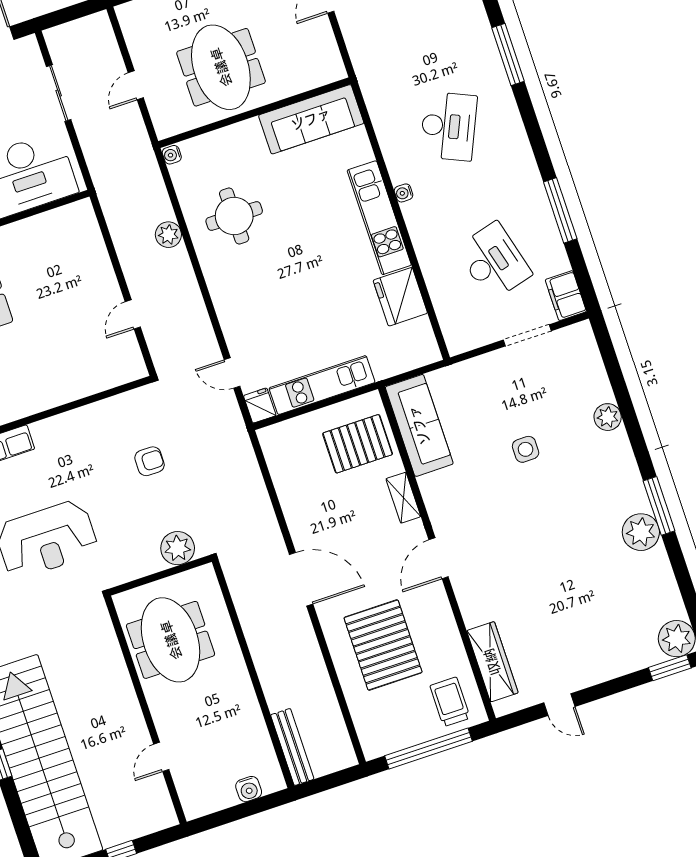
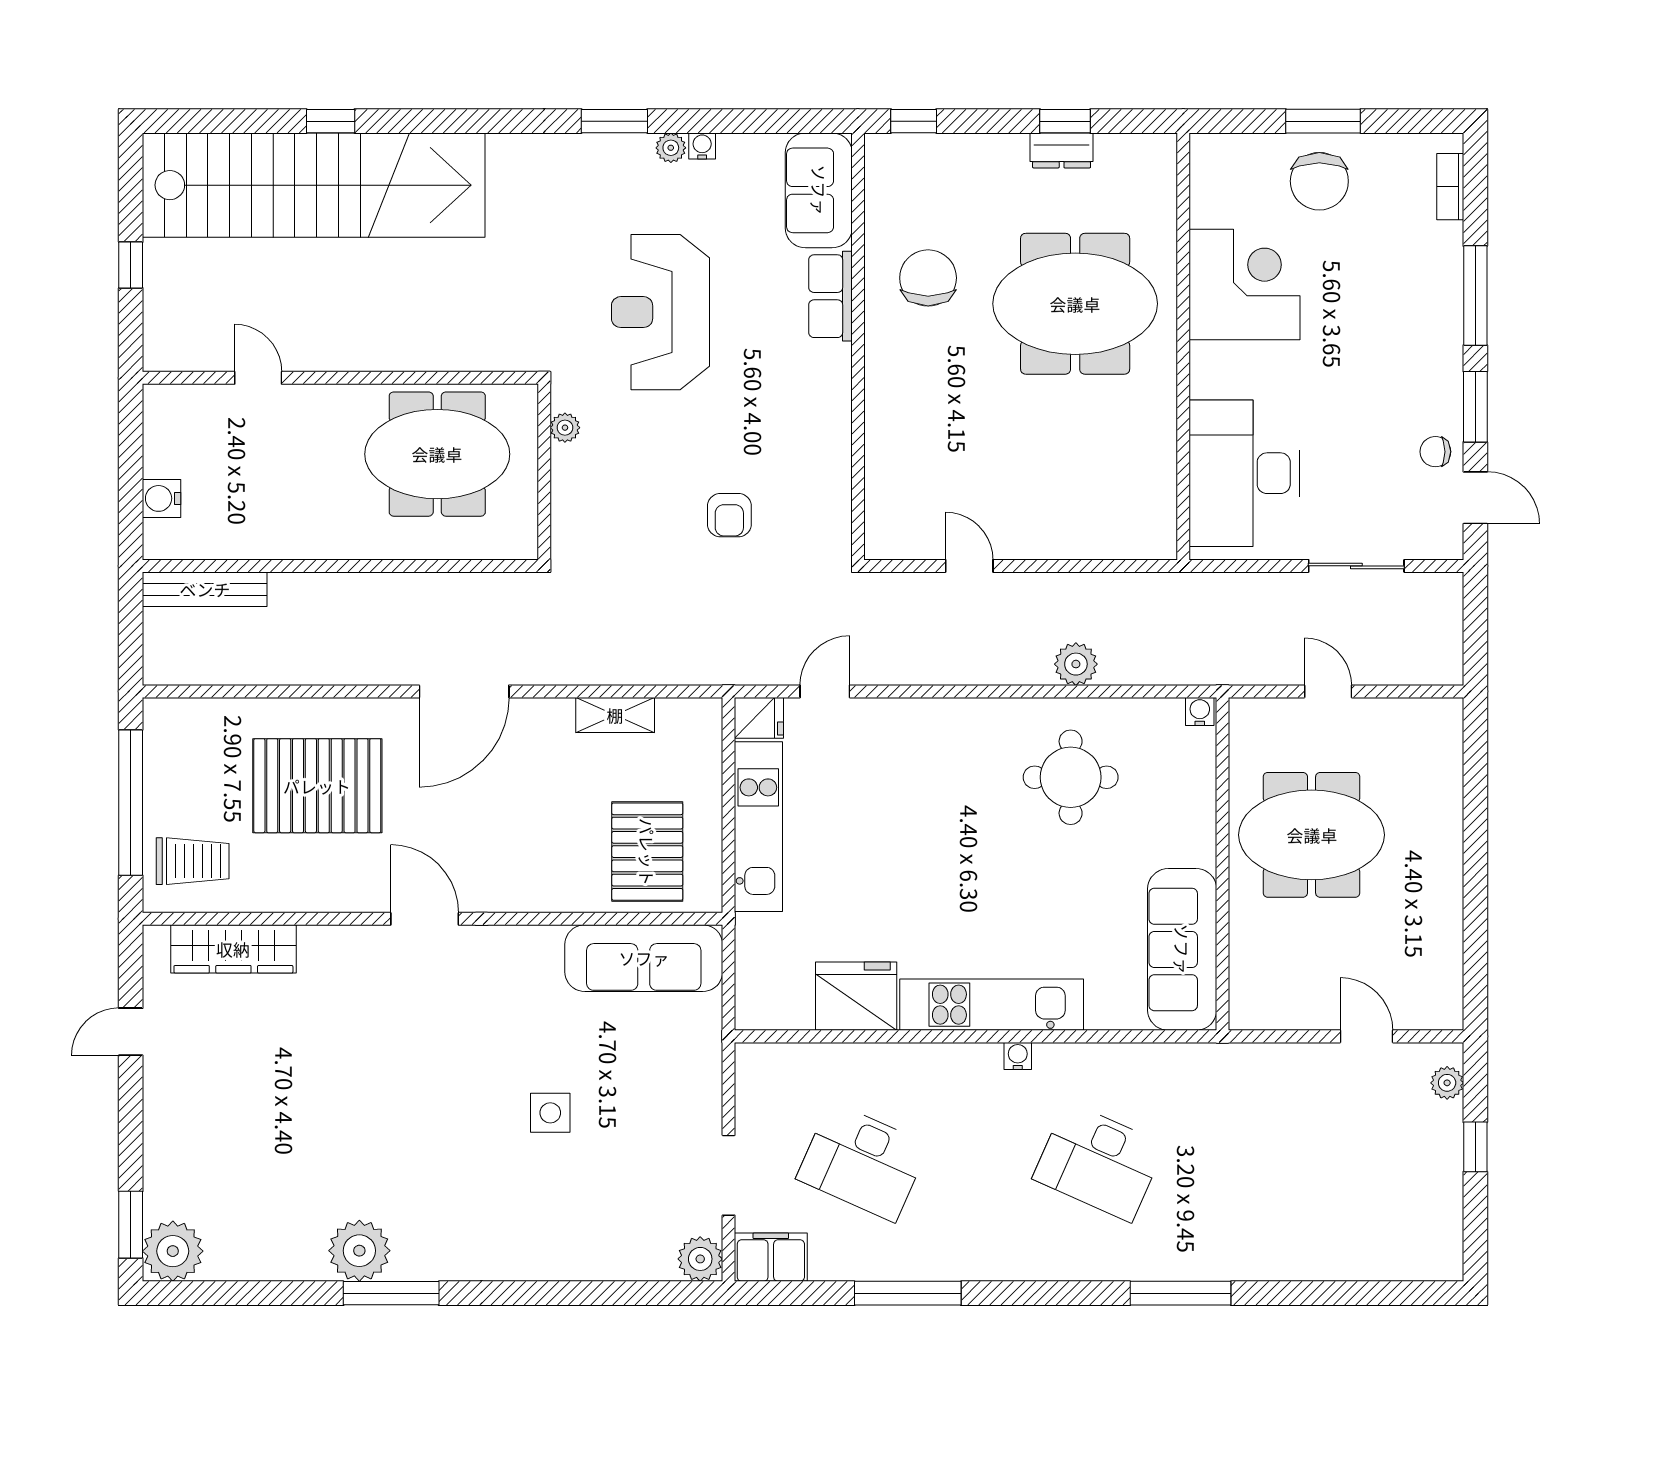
desk: (494, 261) -> (863, 1162), turned 39
plant: (608, 417) -> (700, 1259), moved
shelving: (403, 498) -> (615, 715), moved
plant: (178, 548) -> (565, 428), moved, width x0.53, depth x0.53

